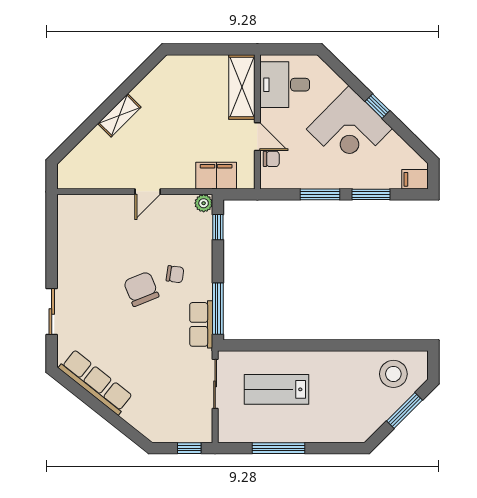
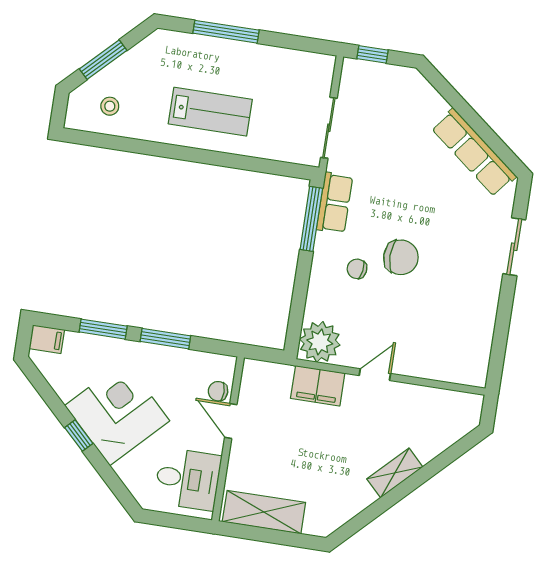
shelving: (242, 87) -> (264, 512), moved, turned 90
filing cabinet: (216, 176) -> (318, 386), moved
plant: (204, 203) -> (320, 342), width x1.87, depth x1.87
window: (218, 227) -> (296, 318), removed
chair: (141, 289) -> (401, 257), turned -68
stool: (393, 374) -> (110, 106), width x0.53, depth x0.53
lab bench: (276, 389) -> (210, 112), moved
window: (279, 448) -> (226, 32), moved

